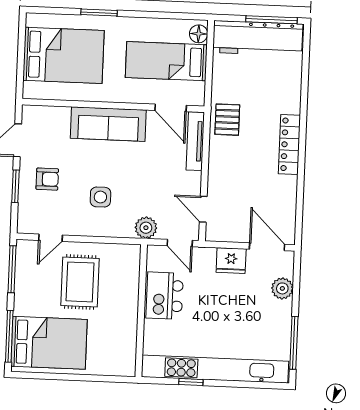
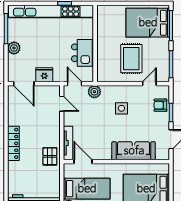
sofa: (108, 124) -> (134, 151), moved
armchair: (47, 179) -> (160, 105), moved
plant: (282, 288) -> (14, 48), moved

